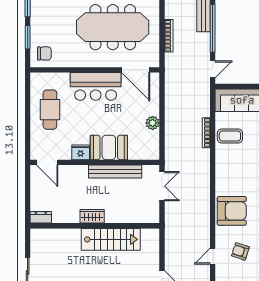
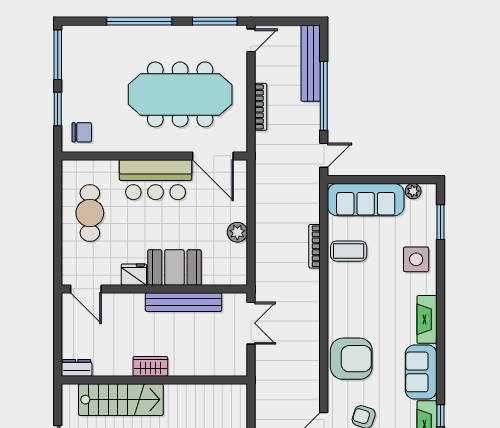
stairs: (111, 239) -> (121, 400), moved

